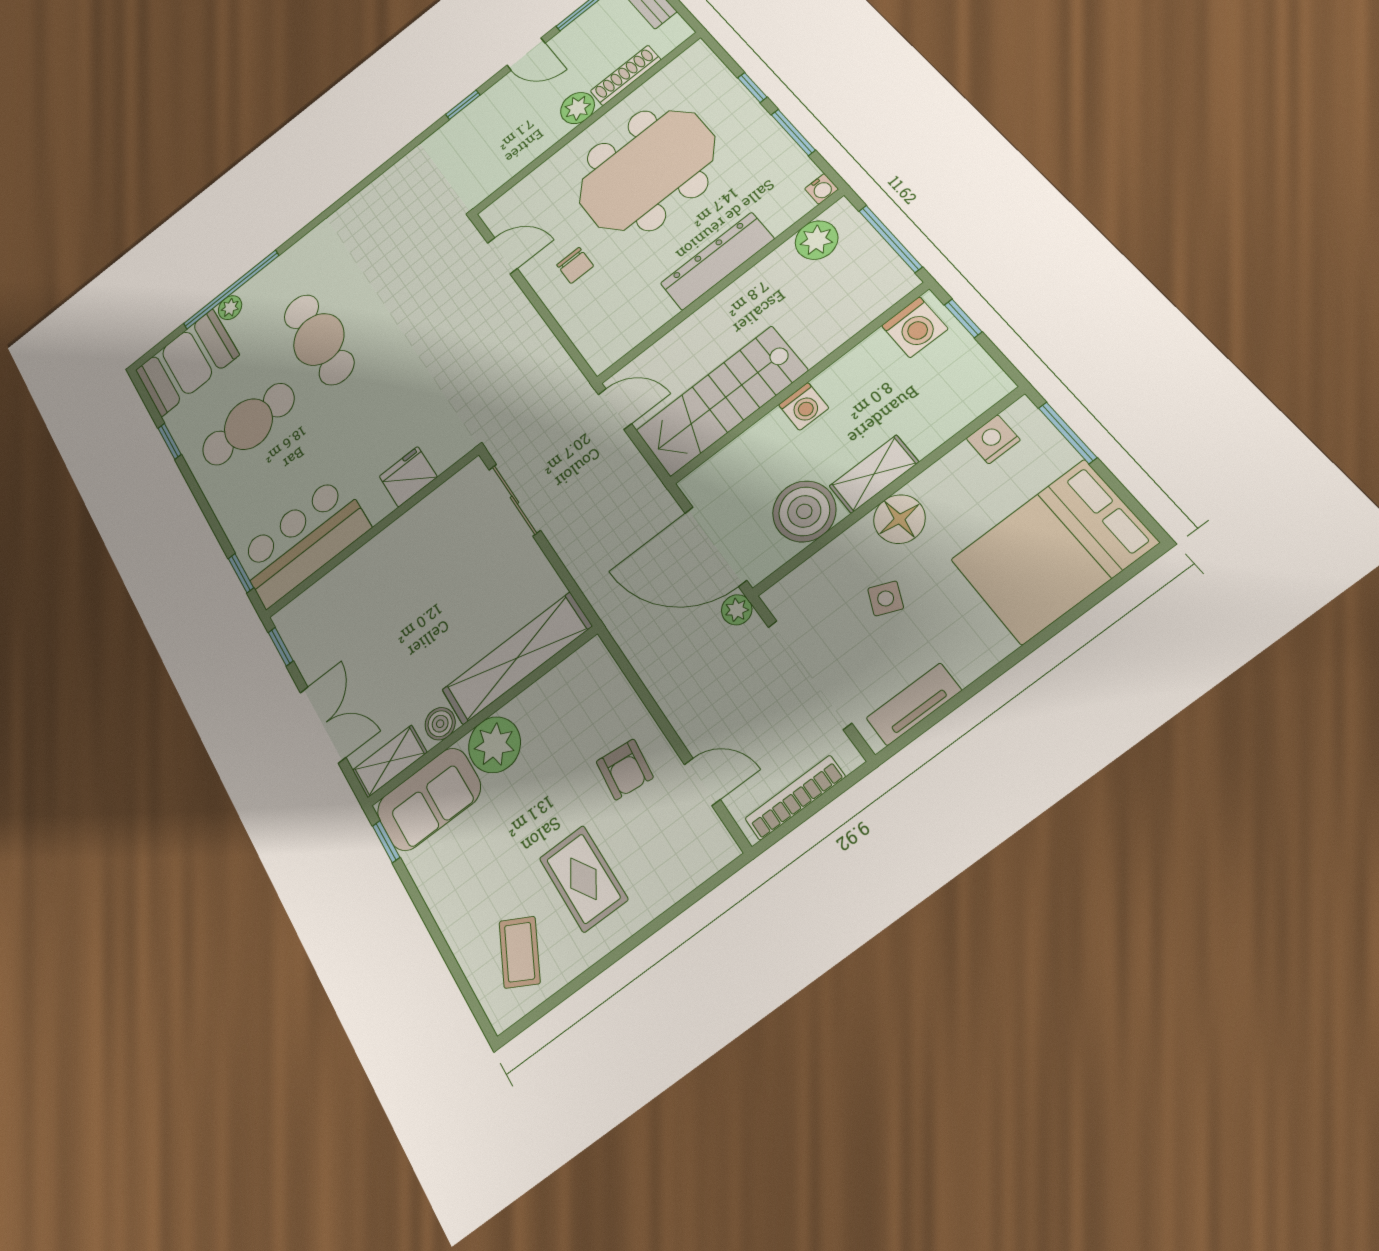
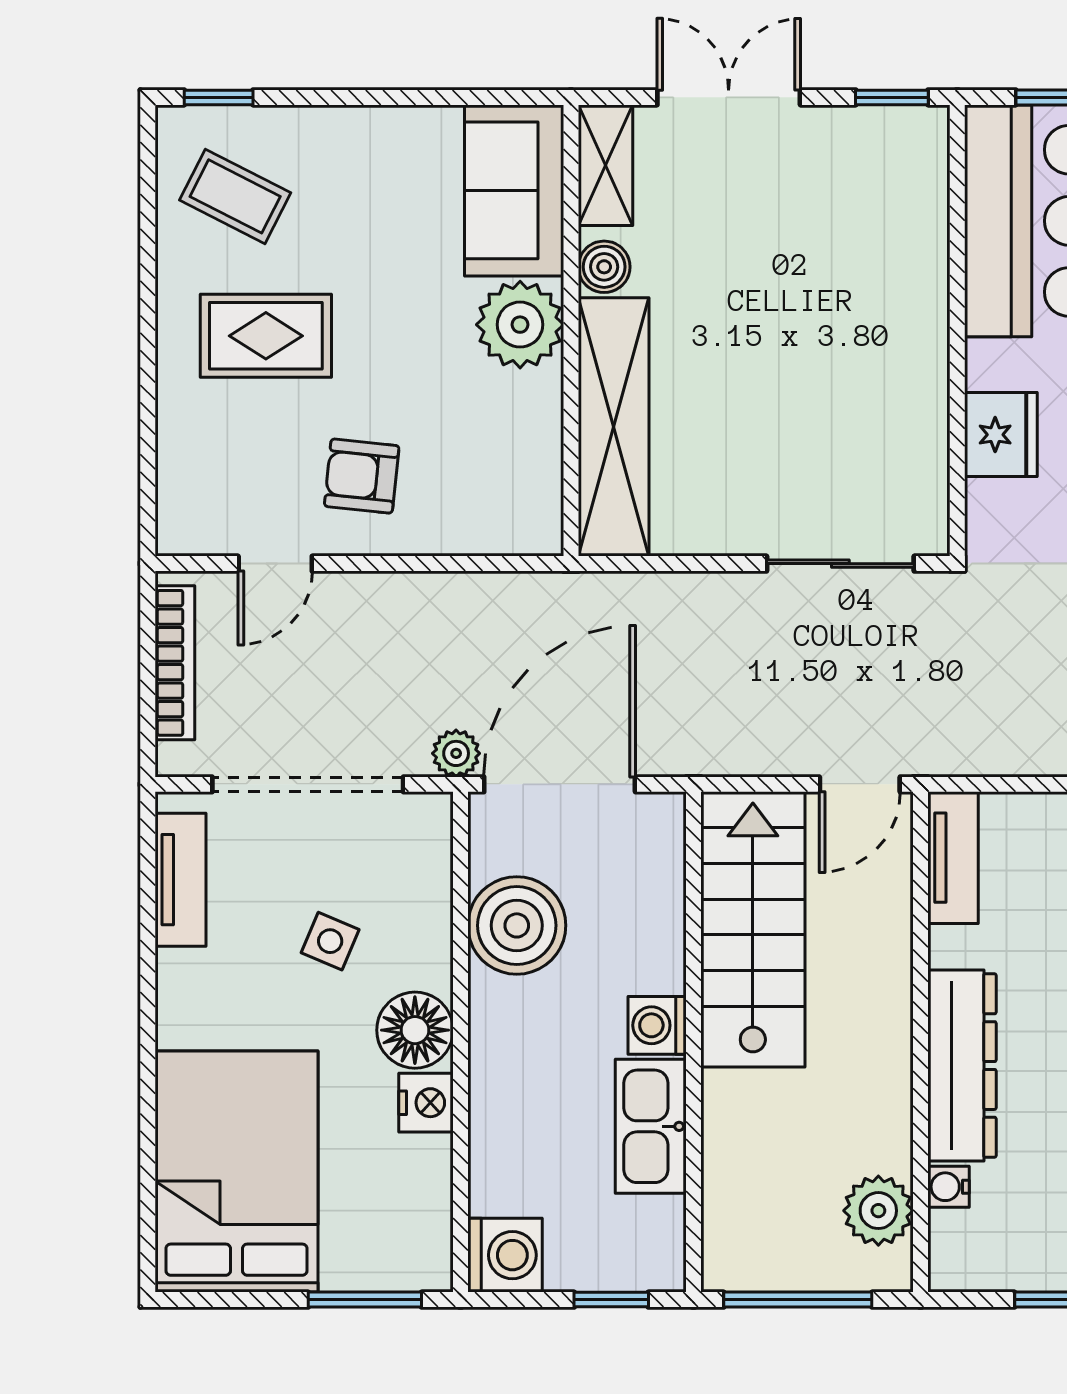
water cooler: (822, 189) -> (948, 1187), moved
washing machine: (915, 327) -> (505, 1255), moved, turned 180
tv unit: (621, 342) -> (953, 858), added
kitchen sink: (858, 370) -> (651, 1126), added
nightstand: (993, 439) -> (426, 1103), moved
shelving: (874, 474) -> (497, 1043), removed
double door: (323, 725) -> (729, 97), swing flipped
window: (386, 842) -> (219, 97), moved

